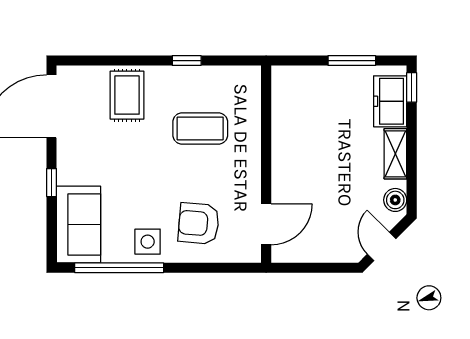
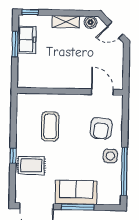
window: (187, 61) -> (13, 156), moved
freezer: (390, 101) -> (27, 40), moved, turned -90
window: (51, 183) -> (78, 207), width x2.17
sofa: (79, 225) -> (76, 192), moved

